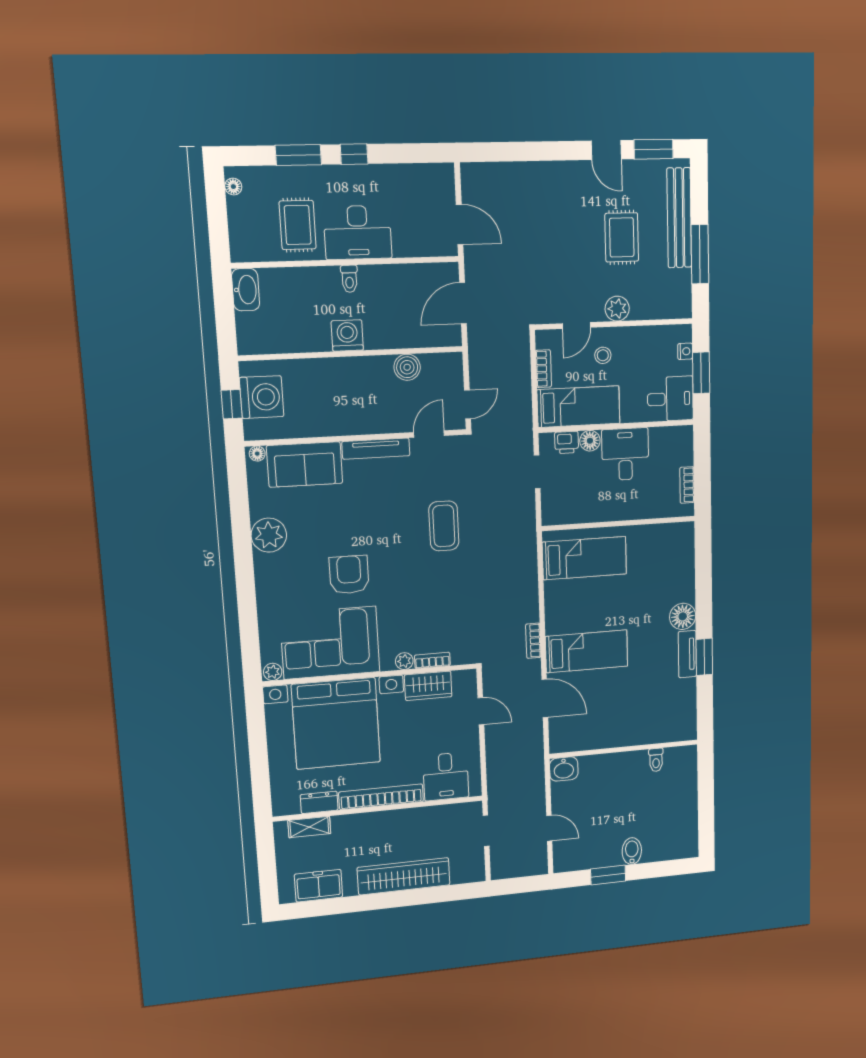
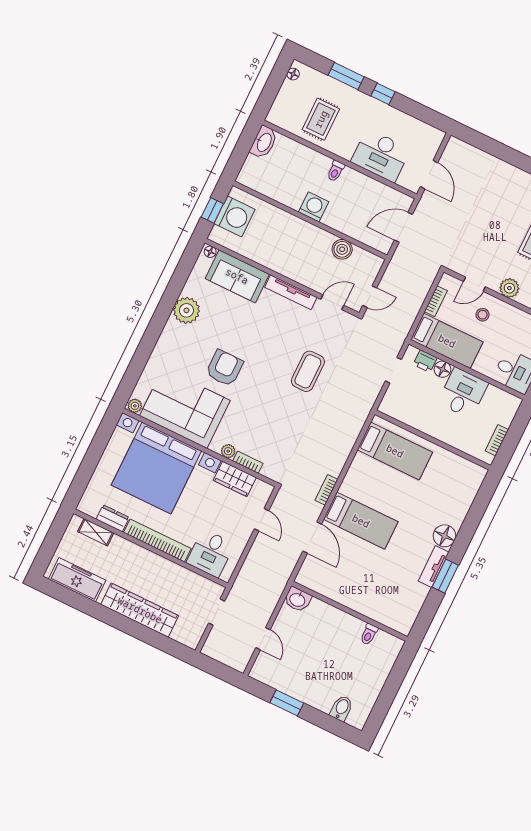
desk: (358, 233) -> (381, 155), moved
bidet: (632, 851) -> (341, 708), moved
freezer: (319, 886) -> (77, 580), width x1.40

